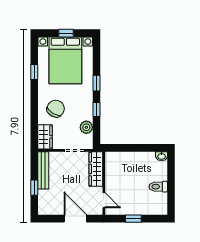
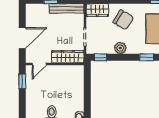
window: (97, 109) -> (100, 57), moved
plant: (86, 127) -> (120, 48), moved
window: (133, 219) -> (22, 81), moved

